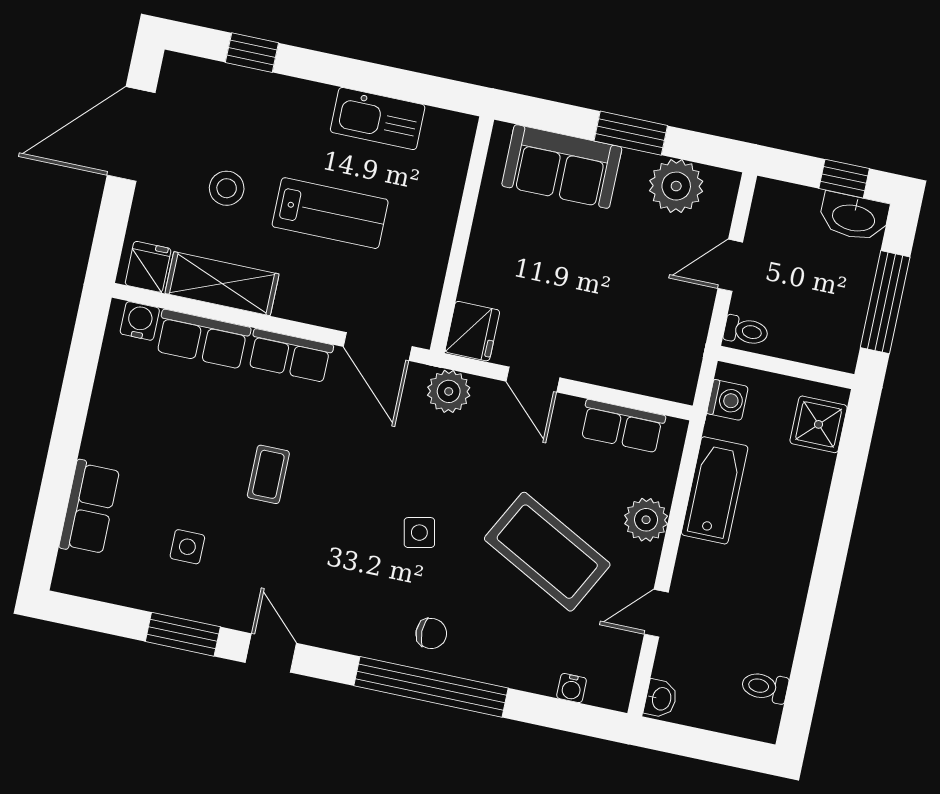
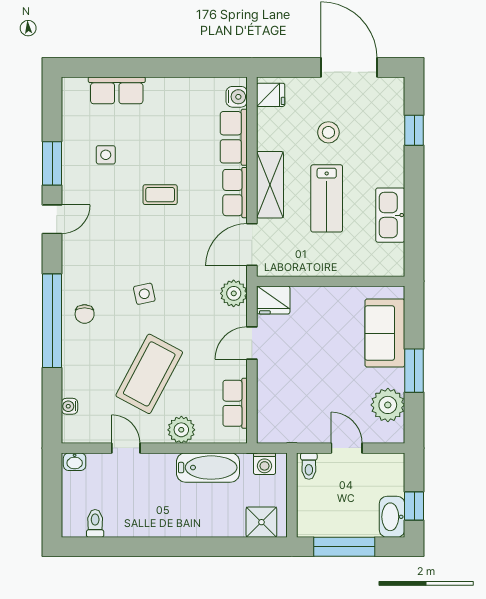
shelving: (222, 284) -> (270, 185), moved

